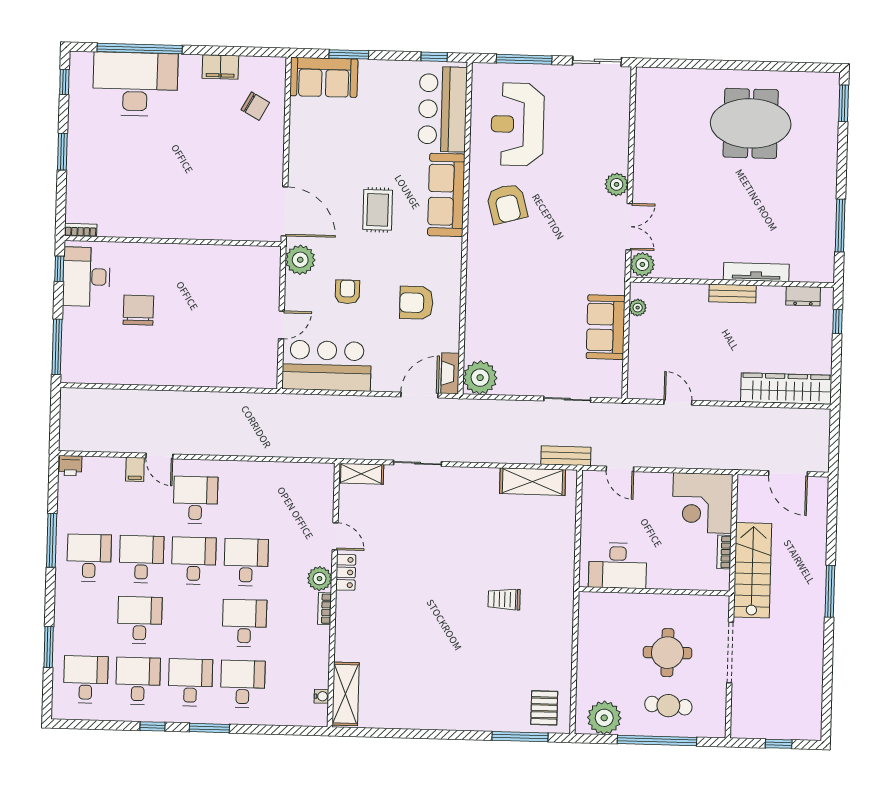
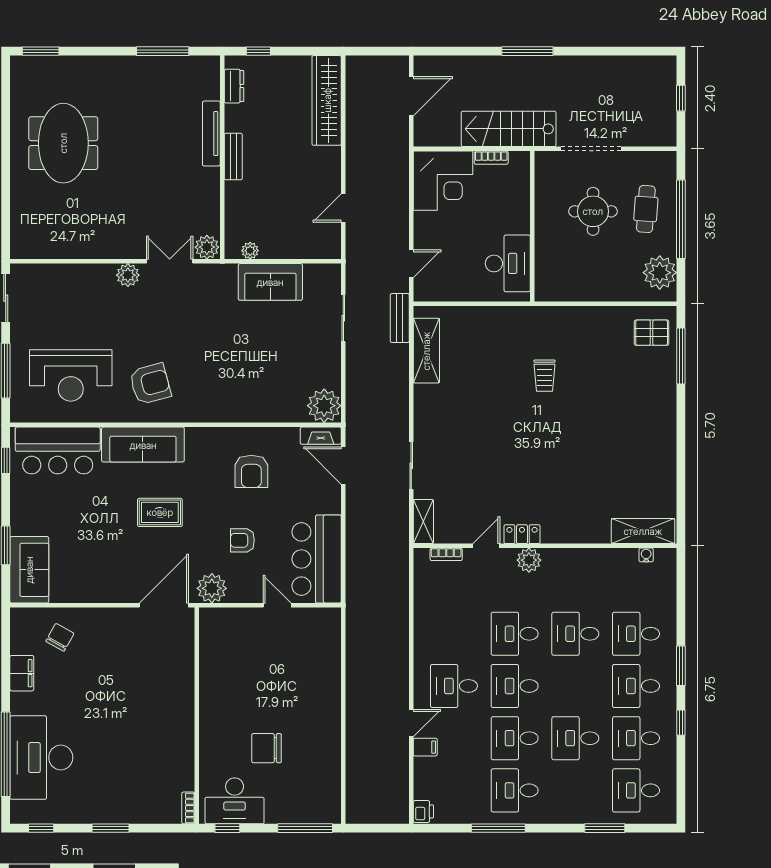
bookcase: (324, 609) -> (446, 554), moved

